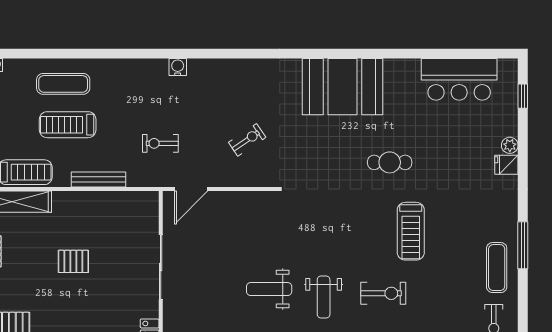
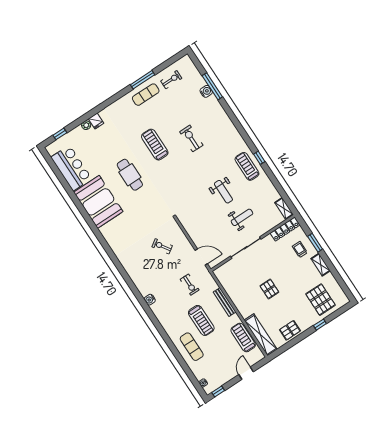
booth: (342, 87) -> (98, 202), moved
treadmill: (68, 125) -> (201, 320), moved
cafe table: (390, 162) -> (130, 175), width x1.37, depth x1.35
treadmill: (411, 231) -> (155, 145), turned -90
window: (523, 245) -> (143, 80), moved
weight bench: (324, 297) -> (242, 217), moved

